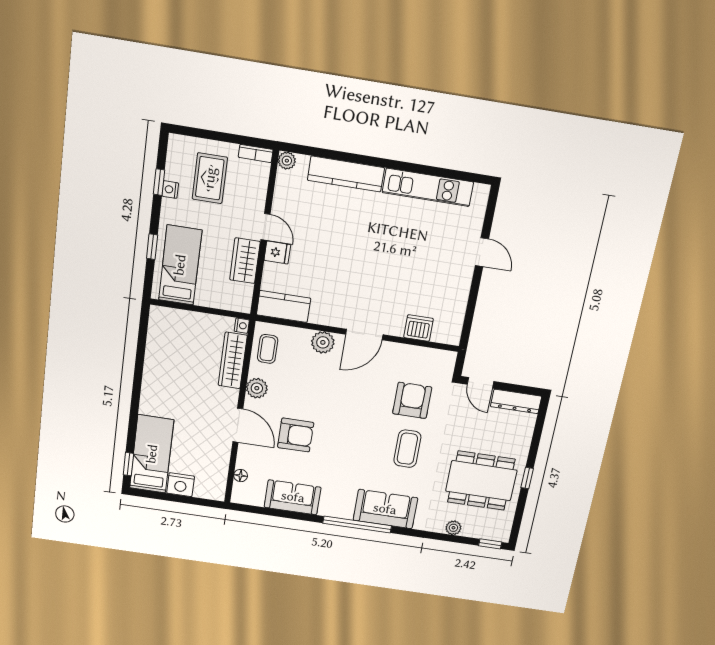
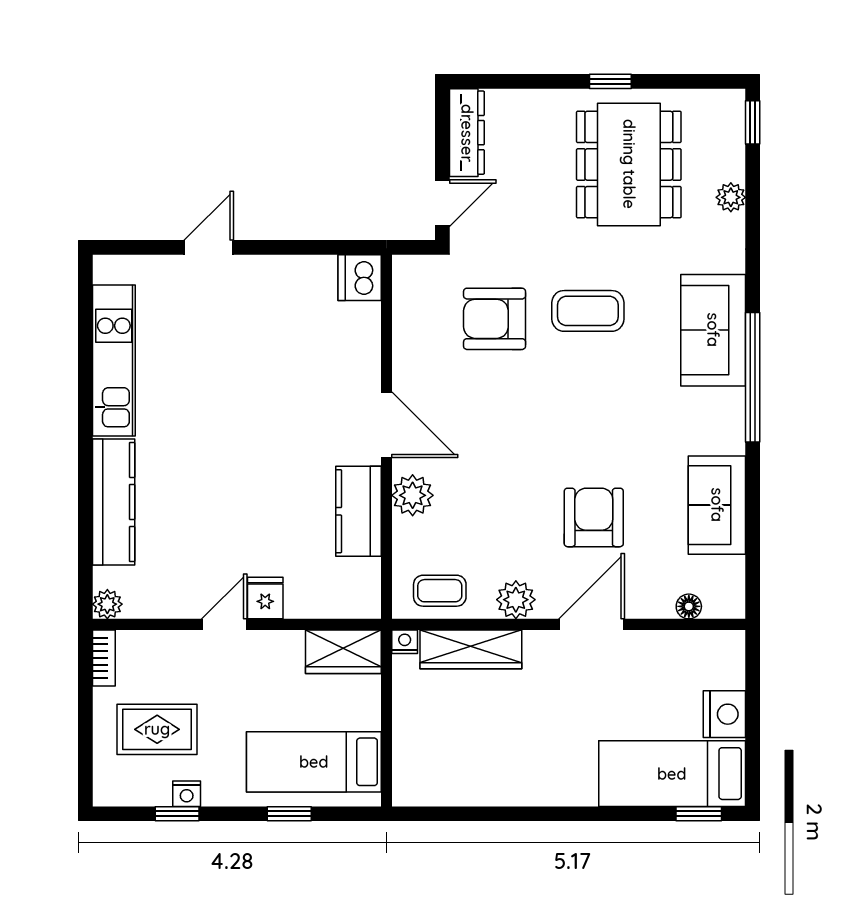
wardrobe: (245, 261) -> (343, 652), moved
kitchen counter: (283, 306) -> (359, 511), moved
dishwasher: (419, 328) -> (360, 278), moved

